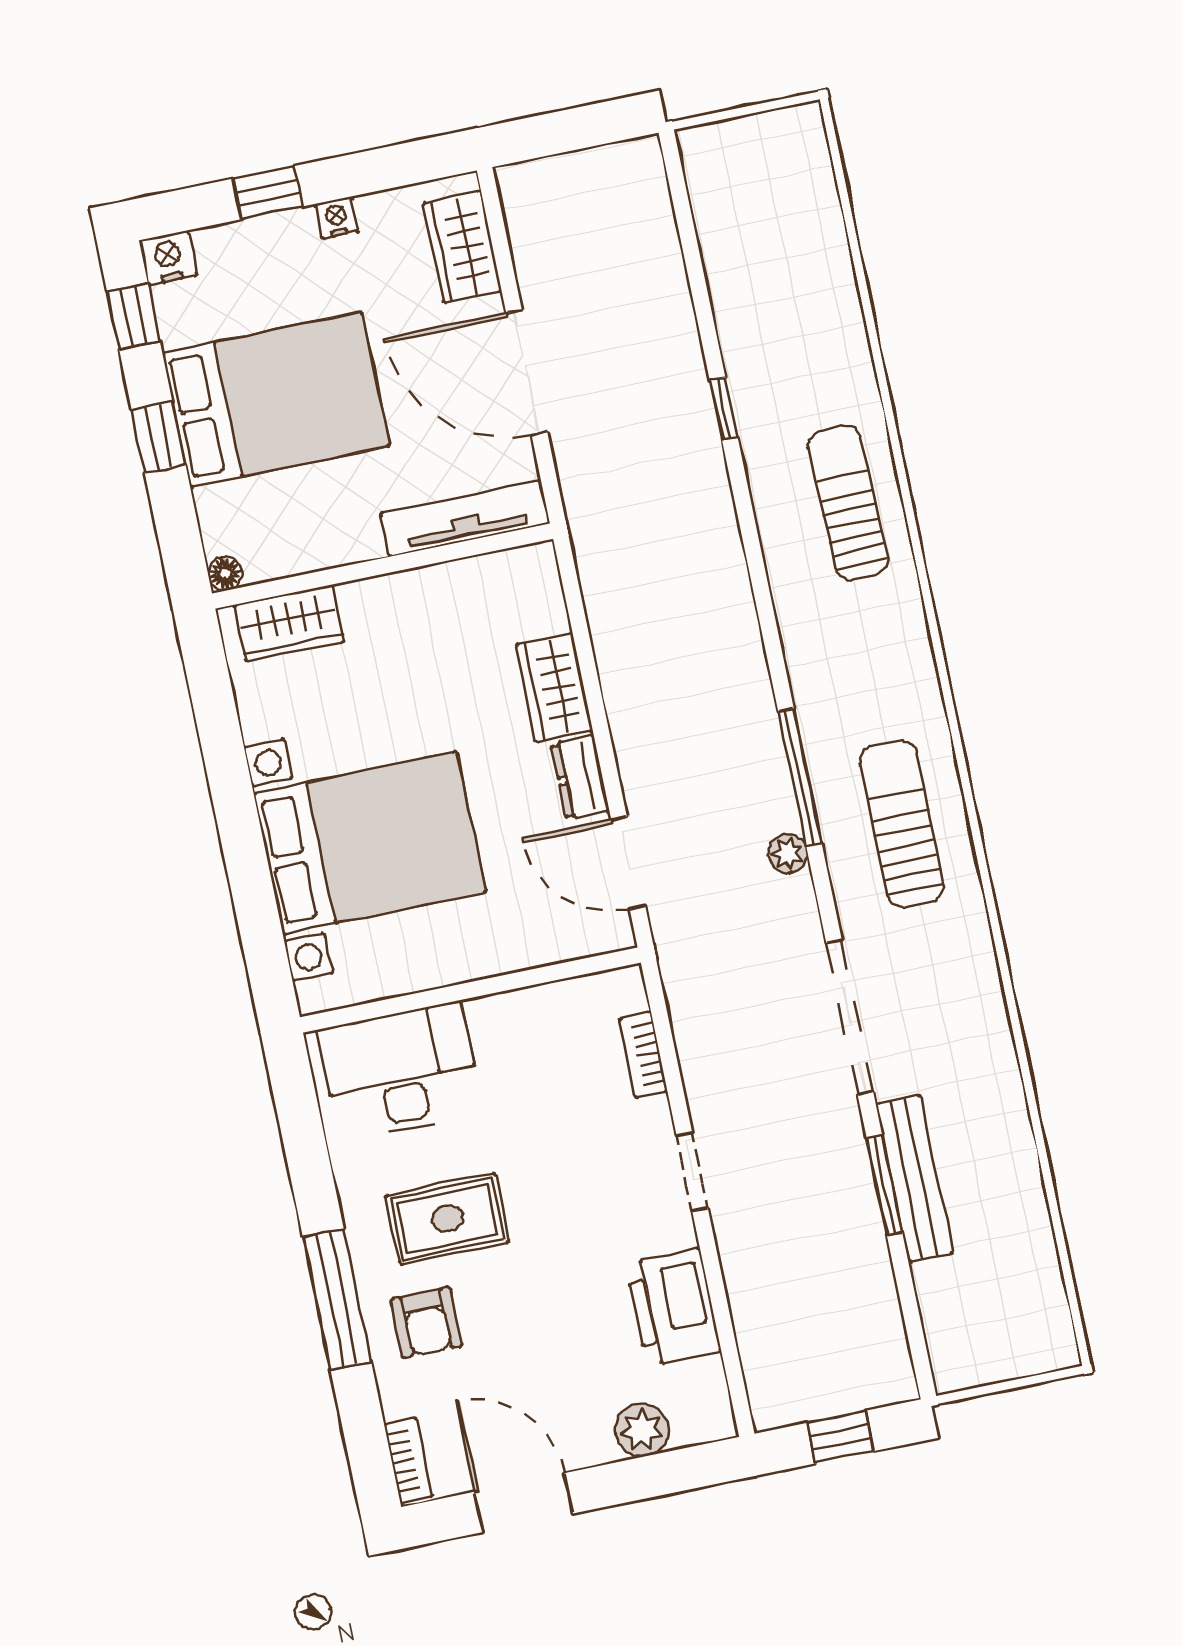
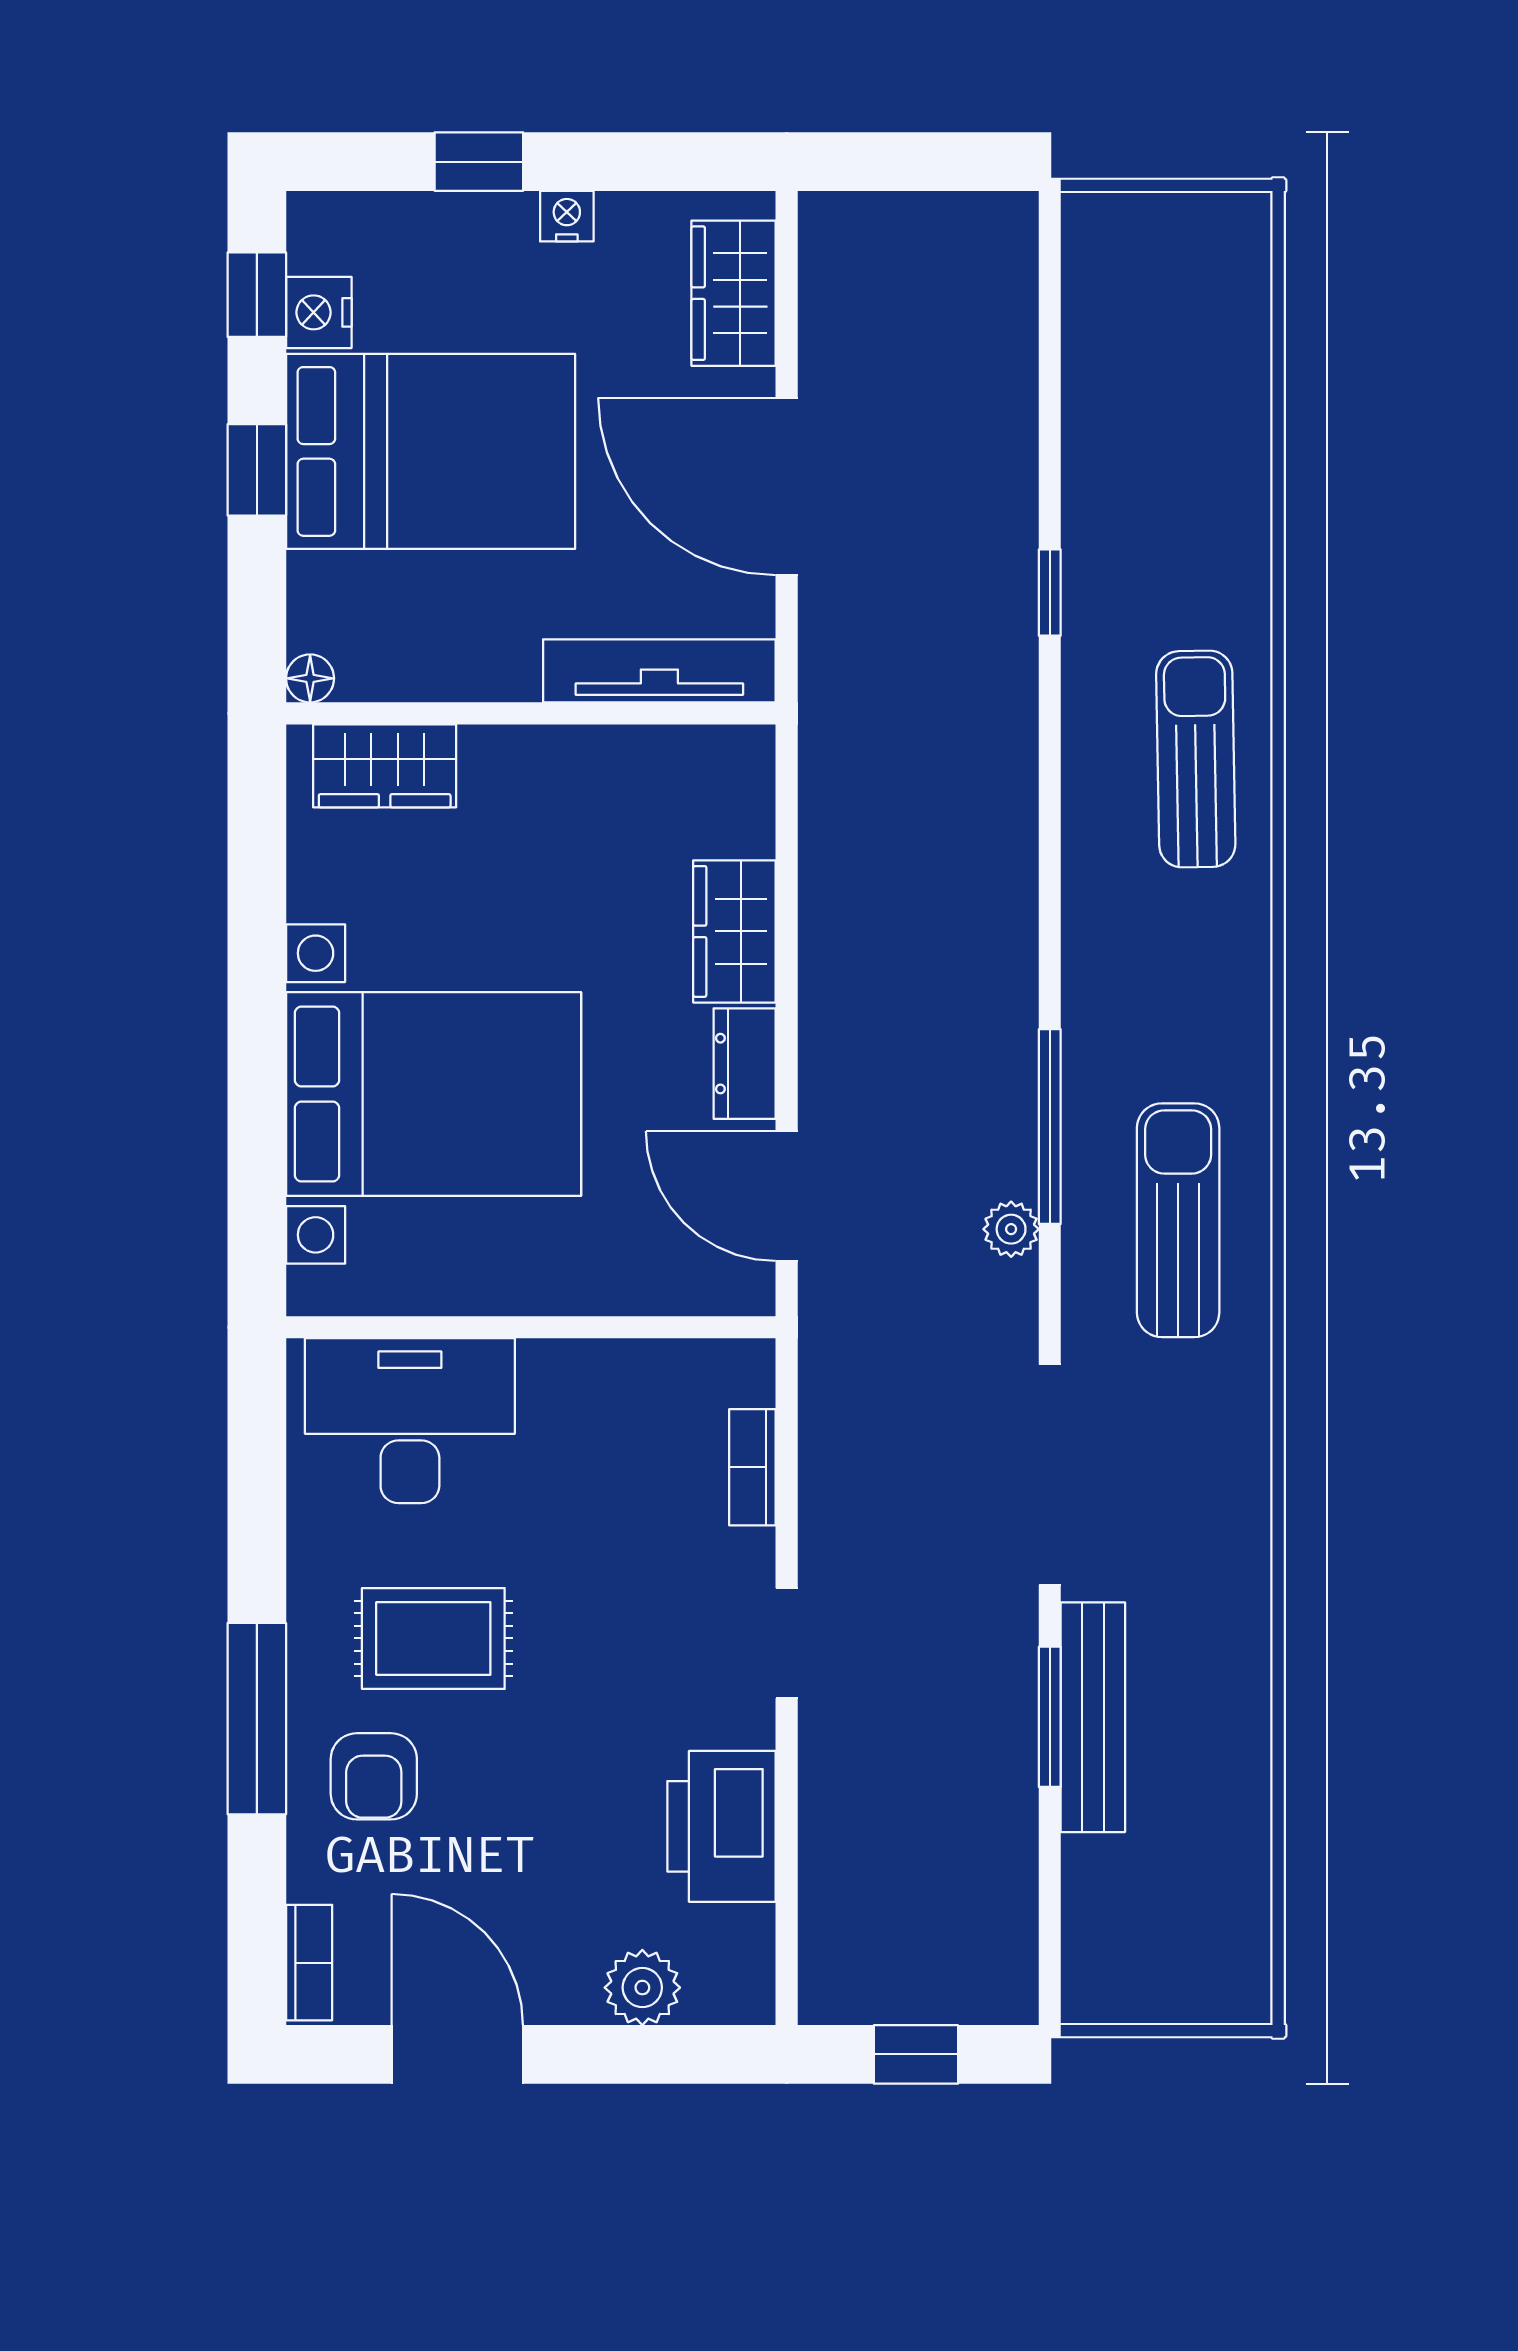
nightstand: (168, 258) -> (319, 312), moved, turned -90

